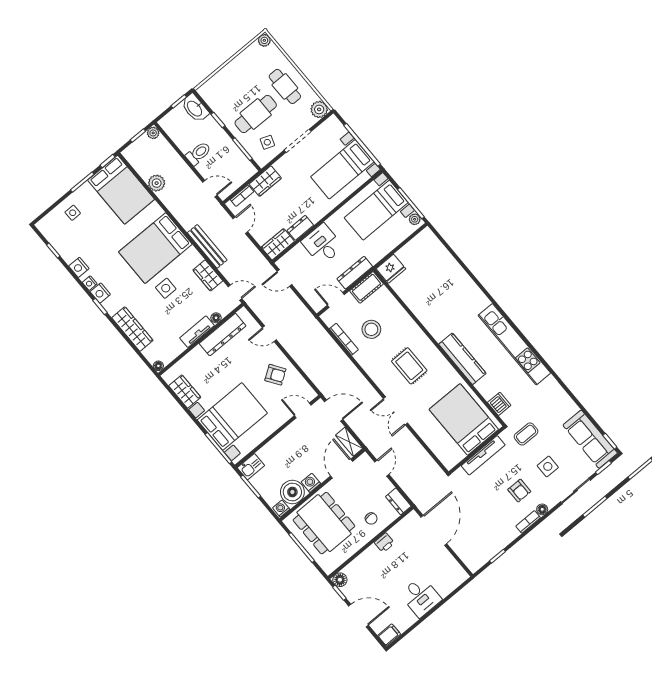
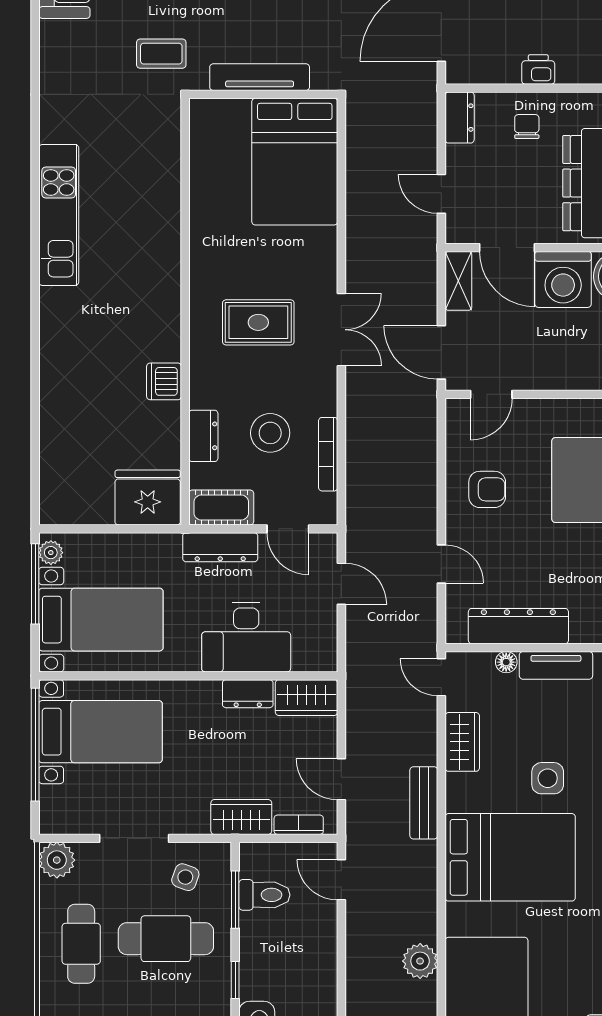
toilet: (198, 153) -> (264, 895), moved, turned 180
door: (240, 225) -> (341, 779), hinge flipped
desk: (322, 244) -> (246, 637), width x1.37
bench: (207, 246) -> (424, 803), width x0.73
fridge: (391, 269) -> (148, 498), width x1.36, depth x1.34
door: (284, 278) -> (341, 584), moved
dresser: (395, 308) -> (203, 436), added
kitchen unit: (514, 344) -> (59, 215), width x0.73
kitchen counter: (462, 359) -> (163, 262), removed
rug: (409, 366) -> (258, 322), turned 90
armchair: (275, 375) -> (487, 489), turned 124
dishwasher: (499, 404) -> (164, 381), moved
door: (303, 410) -> (491, 394), hinge flipped
double door: (396, 411) -> (341, 330), moved
bed: (464, 419) -> (295, 162), moved
door: (382, 468) -> (441, 194), hinge flipped
door: (342, 469) -> (507, 248), hinge flipped
washing machine: (311, 483) -> (563, 279), width x1.89, depth x1.89

